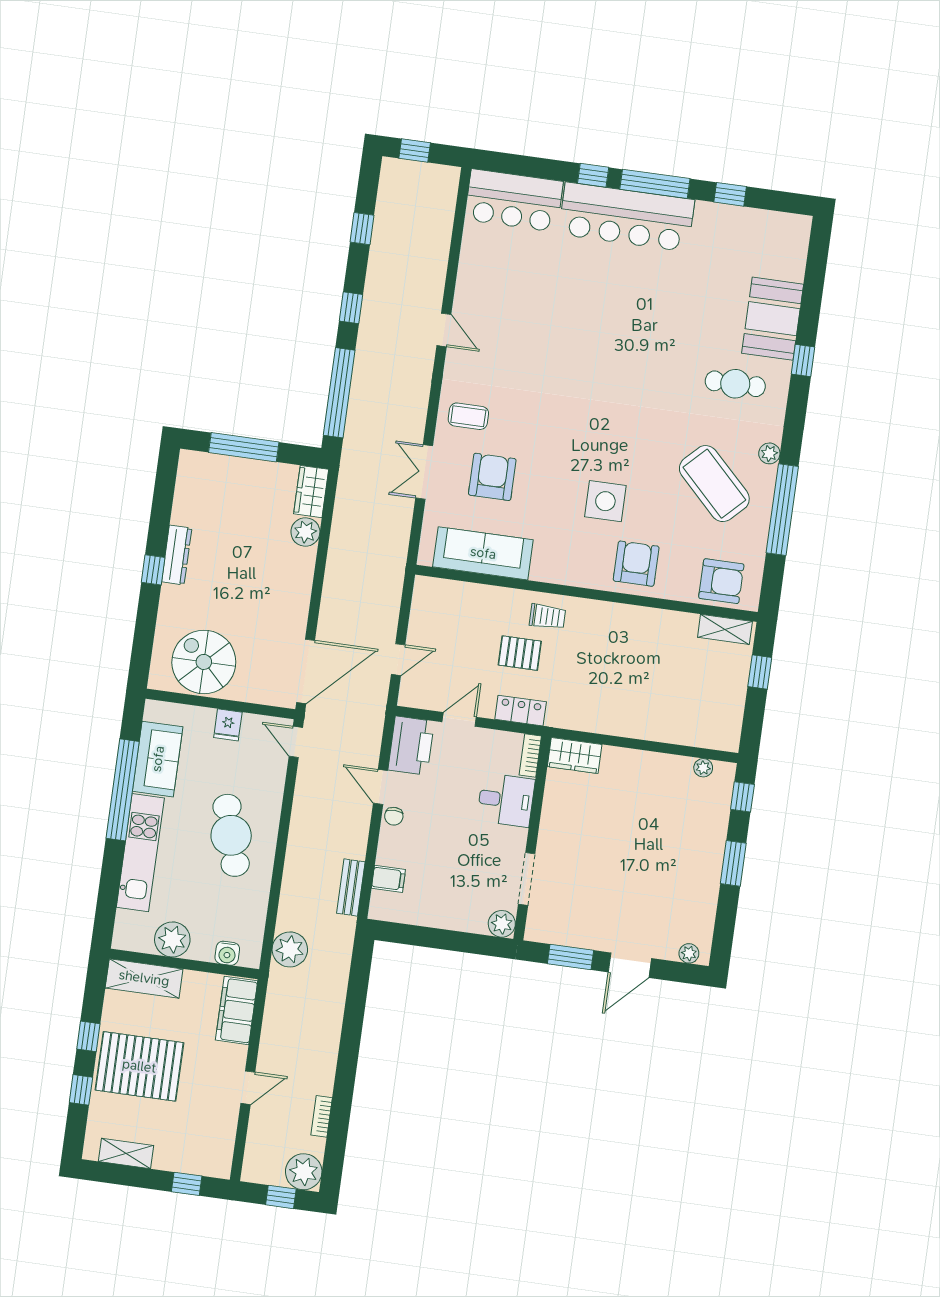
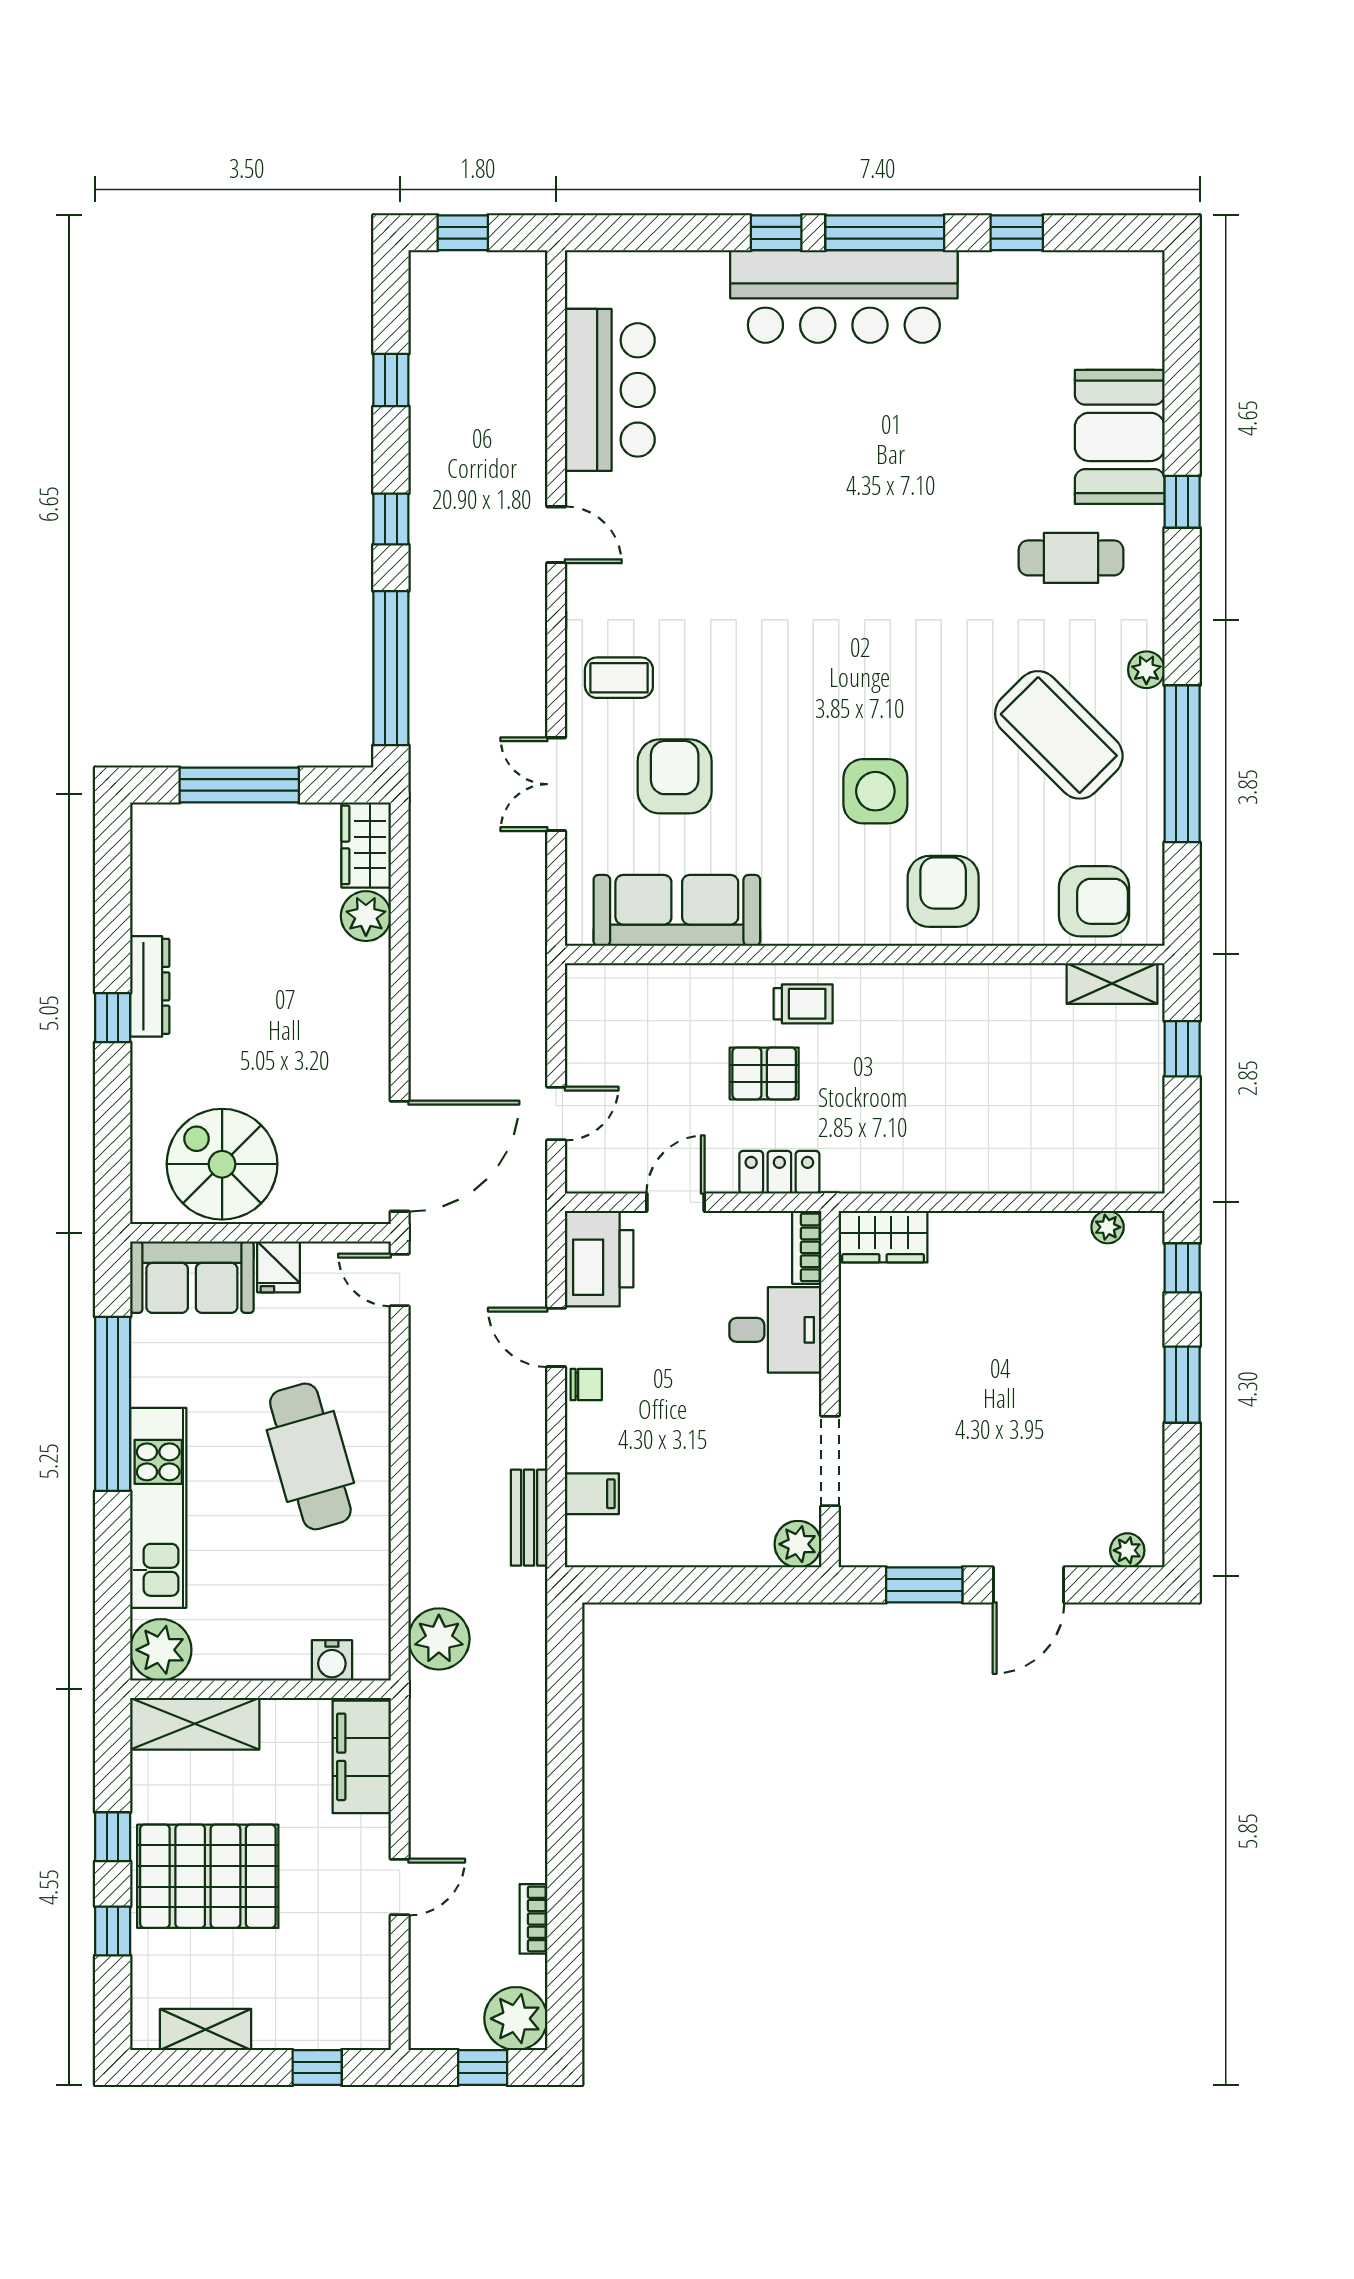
bar counter: (514, 200) -> (610, 390), moved, turned -90
sofa: (158, 759) -> (192, 1277), moved, turned 90
chair: (394, 816) -> (586, 1385), turned -90
plant: (172, 939) -> (161, 1650), moved

